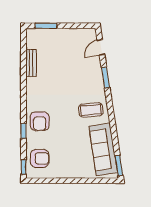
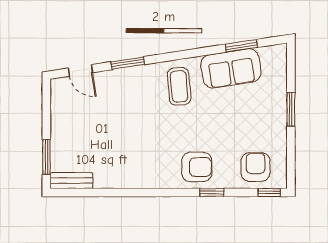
bench: (31, 63) -> (71, 181), moved
sofa: (103, 149) -> (231, 68), width x0.73
window: (119, 166) -> (241, 46), moved
window: (76, 181) -> (291, 109), added

